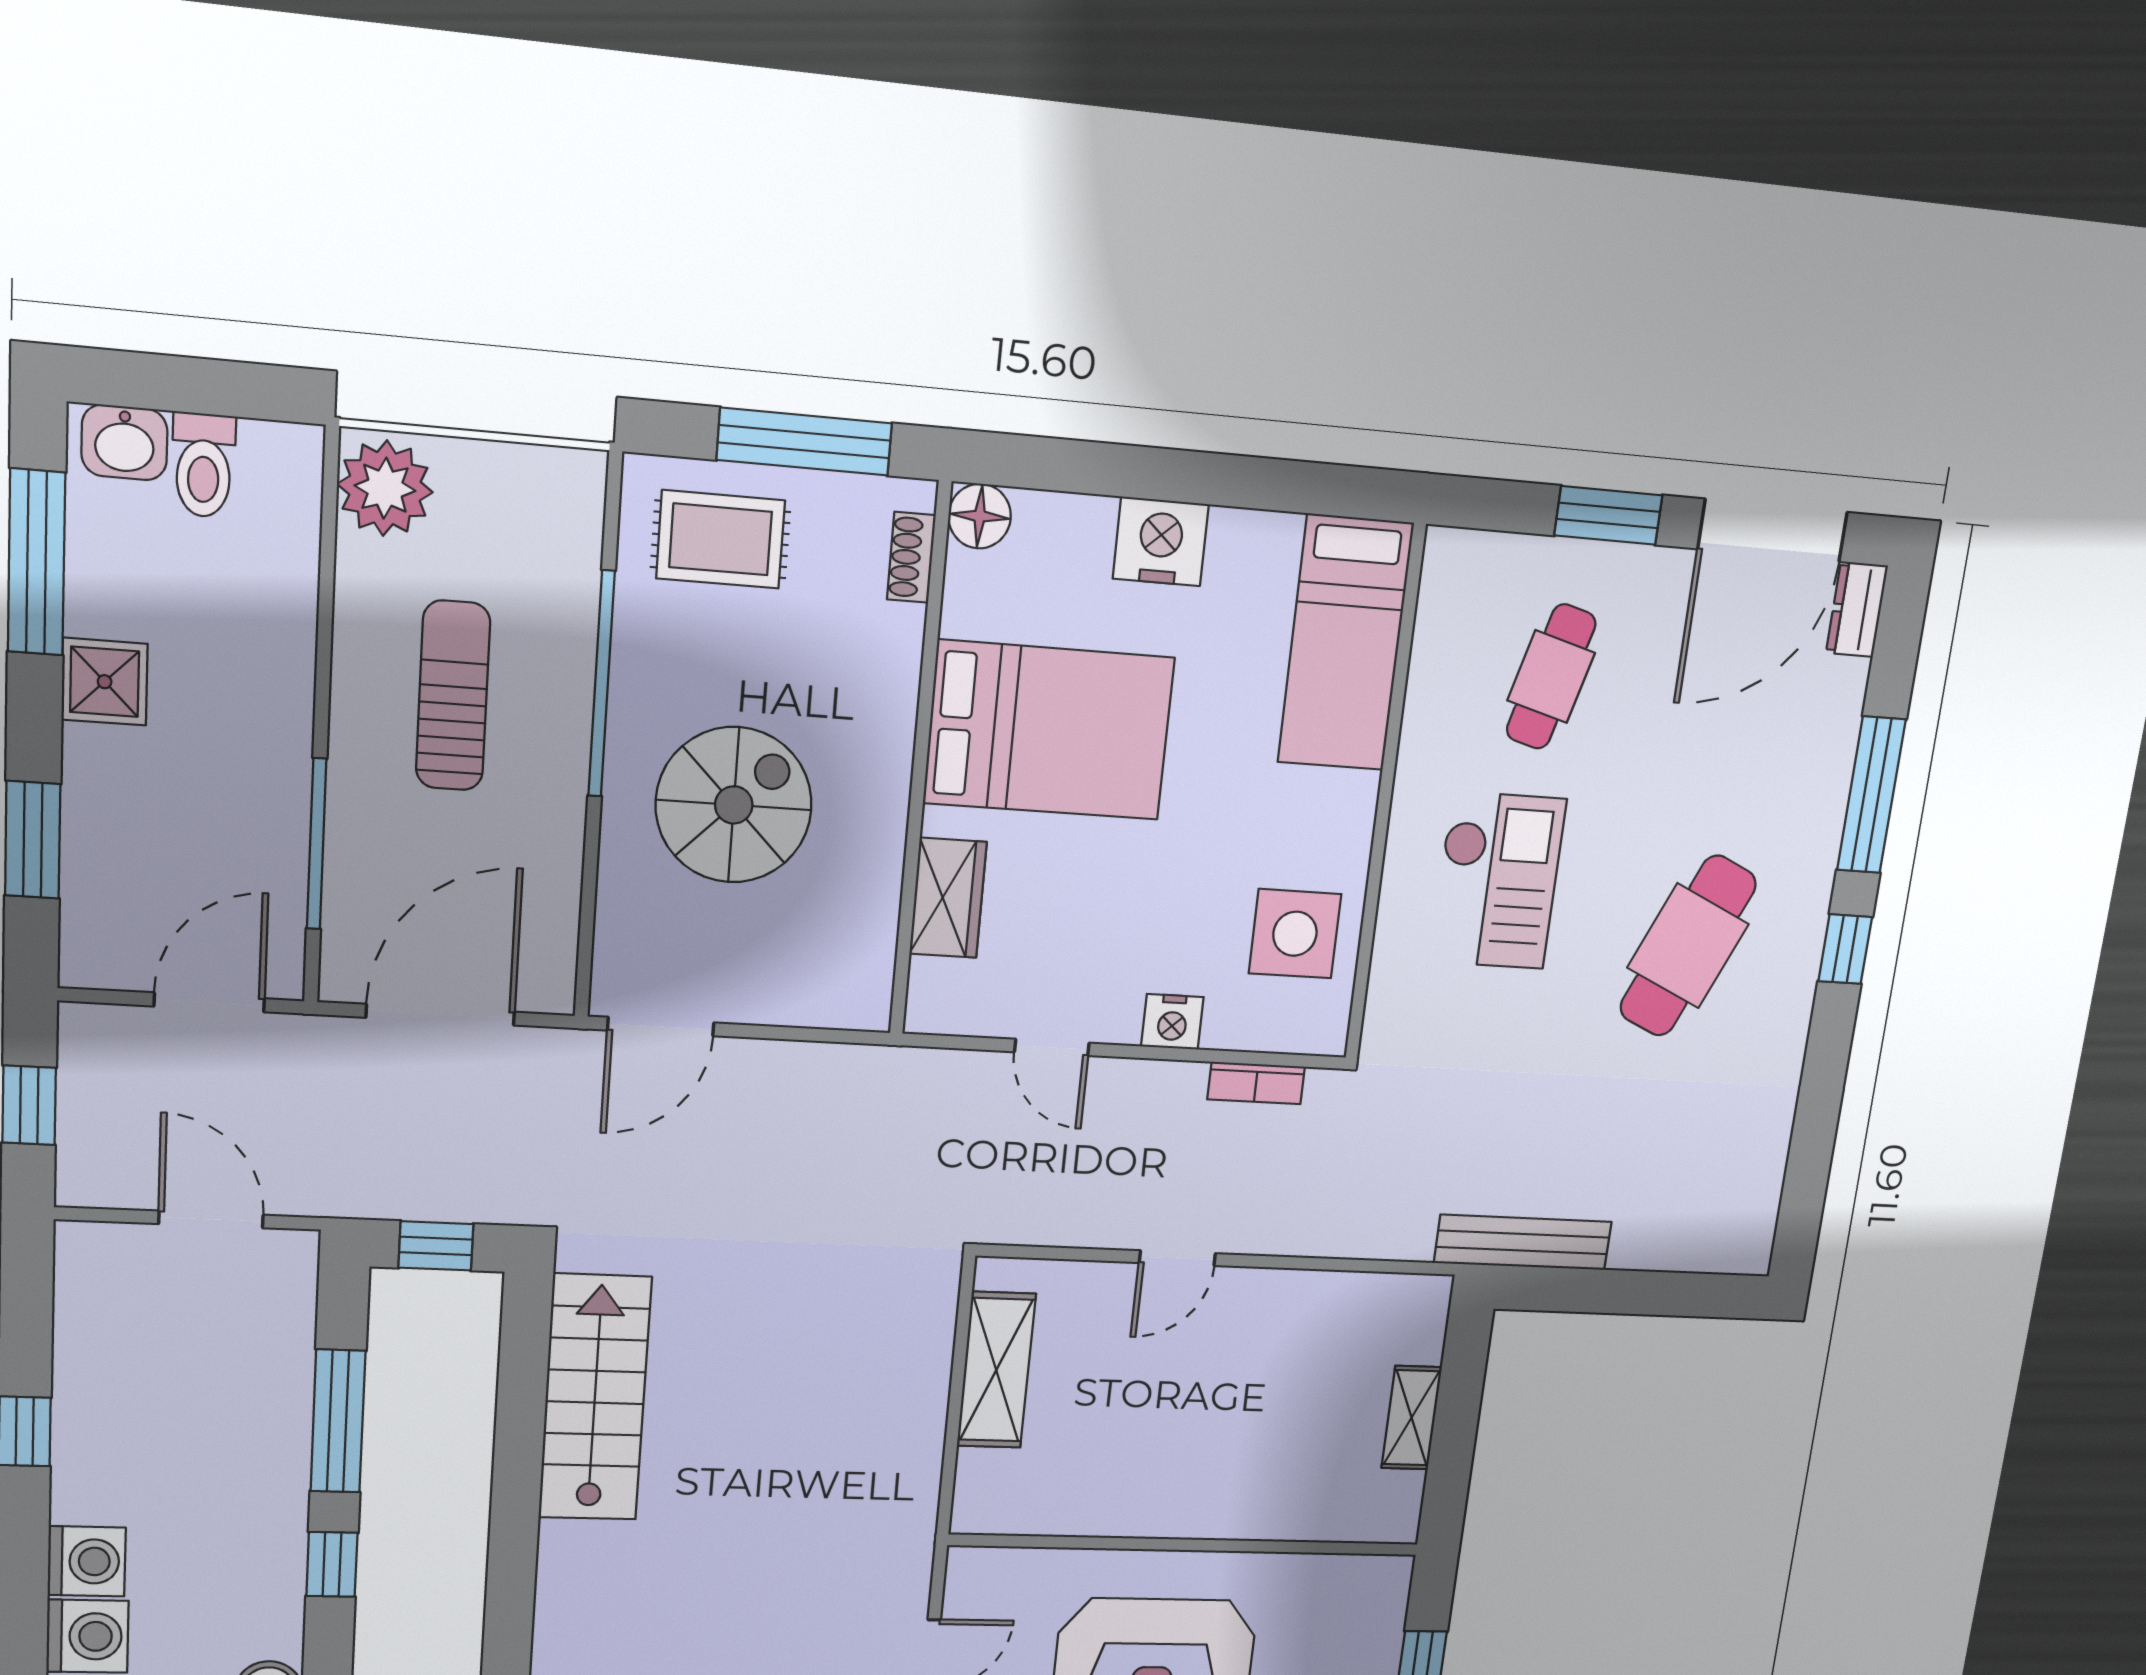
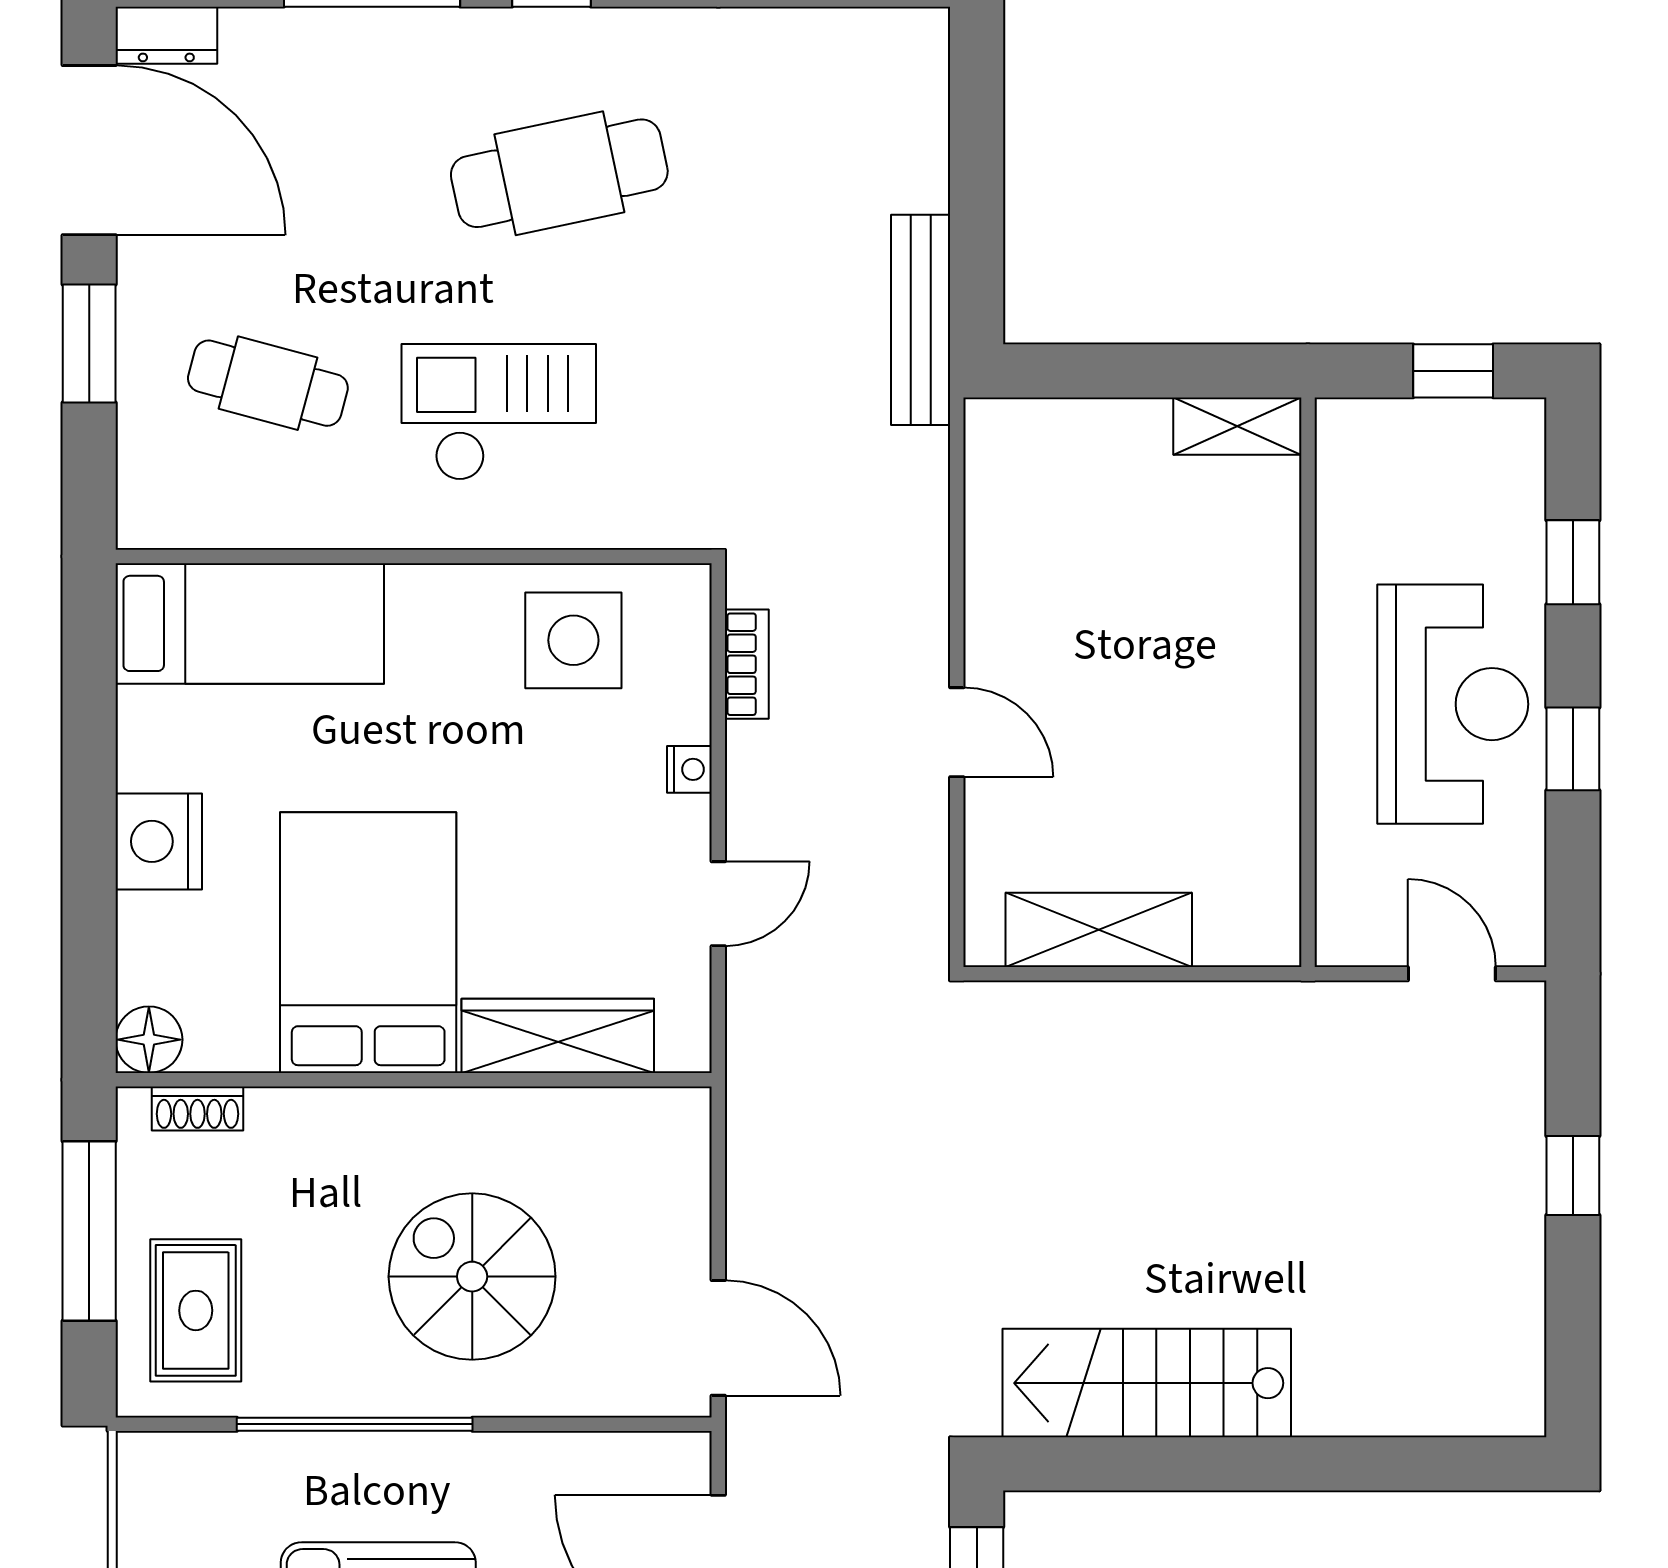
wardrobe: (948, 898) -> (558, 1036), width x1.50
cafe table: (1688, 946) -> (559, 173), turned -36
nightstand: (1172, 1022) -> (689, 769), width x0.72, depth x0.74
shelving: (1412, 1418) -> (1237, 426), moved

